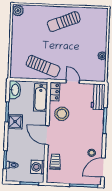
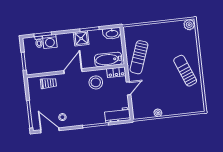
washing machine: (38, 167) -> (50, 41), moved, turned 180

